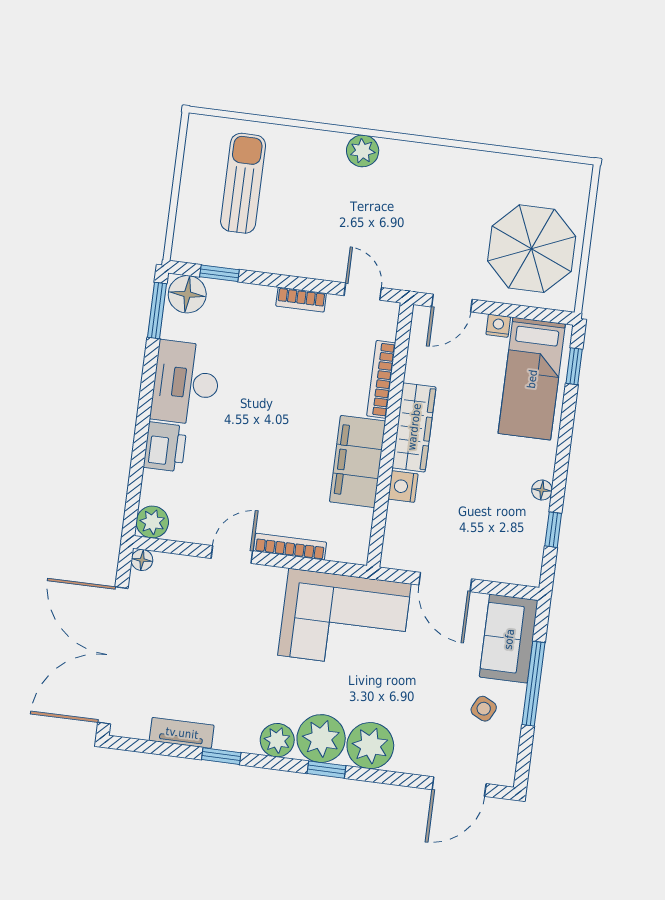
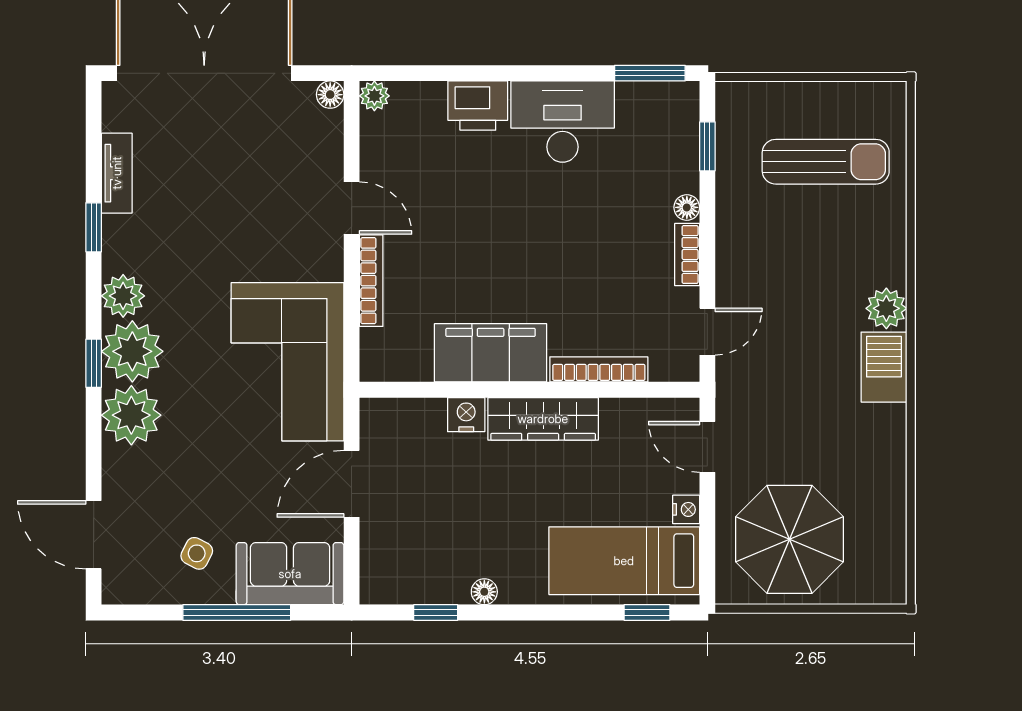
barbecue: (408, 159) -> (884, 367), added
floor lamp: (187, 294) -> (687, 207), moved, width x0.53, depth x0.53
plant: (152, 522) -> (374, 96), width x0.73, depth x0.73

